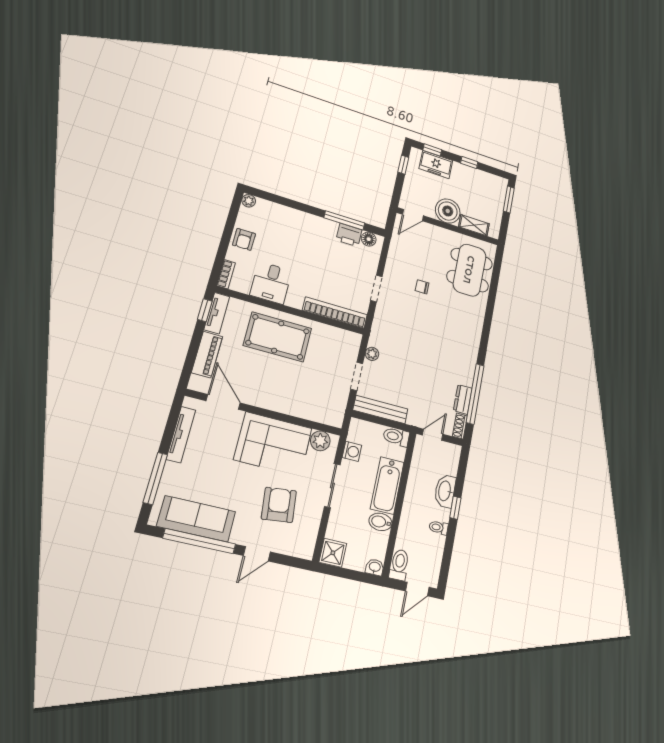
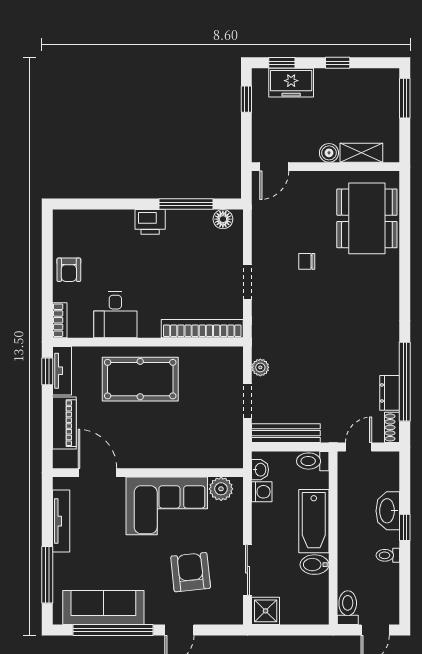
plant: (249, 201) -> (61, 218), removed
boiler: (448, 211) -> (329, 153), width x0.54, depth x0.54
printer: (349, 235) -> (150, 222), moved
sliding door: (332, 486) -> (247, 570), moved
washbasin: (375, 567) -> (260, 470), moved, turned 90

